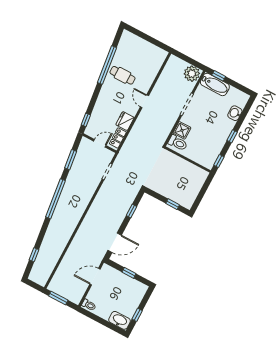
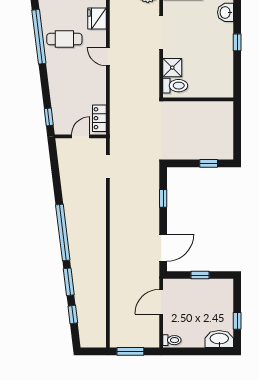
fridge: (125, 121) -> (97, 19), moved
window: (71, 160) -> (69, 282), moved
window: (219, 161) -> (237, 81), removed

